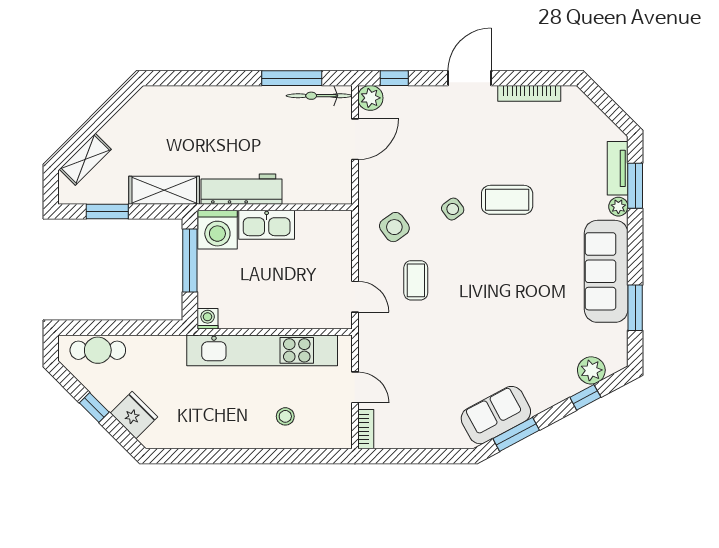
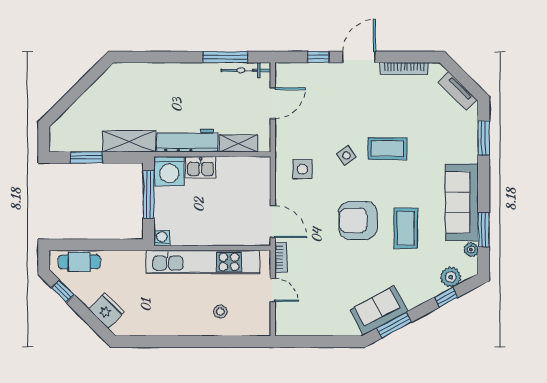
window: (394, 78) -> (318, 57), moved
plant: (370, 98) -> (284, 72), removed
shelving: (85, 159) -> (238, 143), moved, turned 45
tv unit: (618, 168) -> (458, 91), moved, turned -45
plant: (618, 207) -> (471, 250), moved
kitchen sink: (267, 225) -> (201, 167), width x0.73
side table: (394, 227) -> (302, 169), turned 36
coffee table: (416, 280) -> (406, 228), moved, width x1.36, depth x1.30
armchair: (468, 295) -> (358, 220), added
door: (355, 297) -> (273, 221), width x1.38
window: (94, 408) -> (63, 291), moved
bookcase: (366, 429) -> (281, 257), moved

